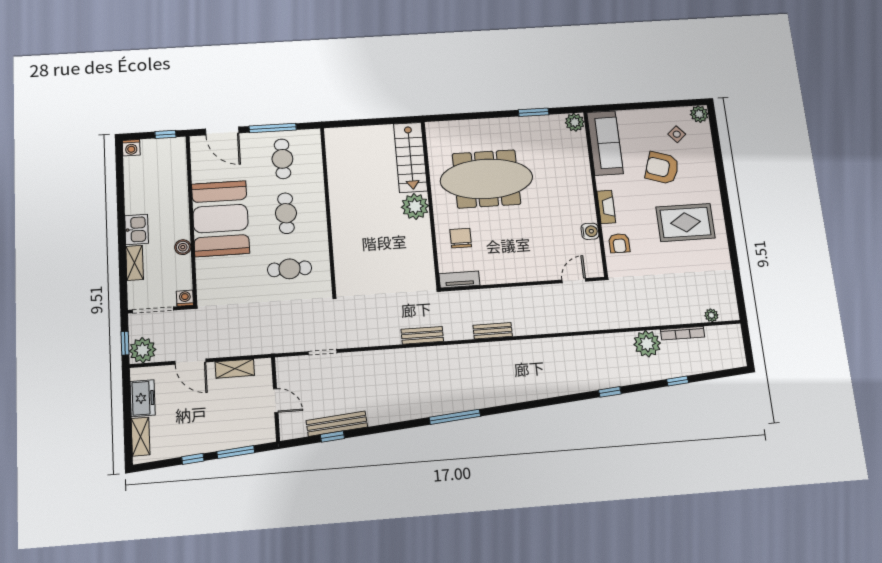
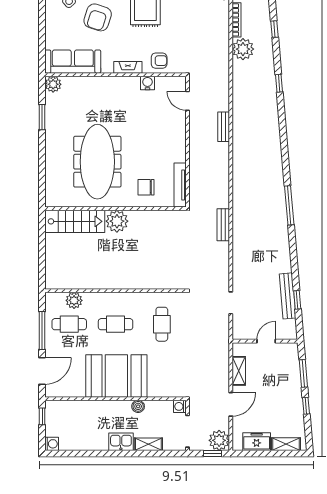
plant: (312, 163) -> (74, 300), added
tv unit: (459, 280) -> (180, 185), width x1.41
bench: (493, 331) -> (224, 127), moved

